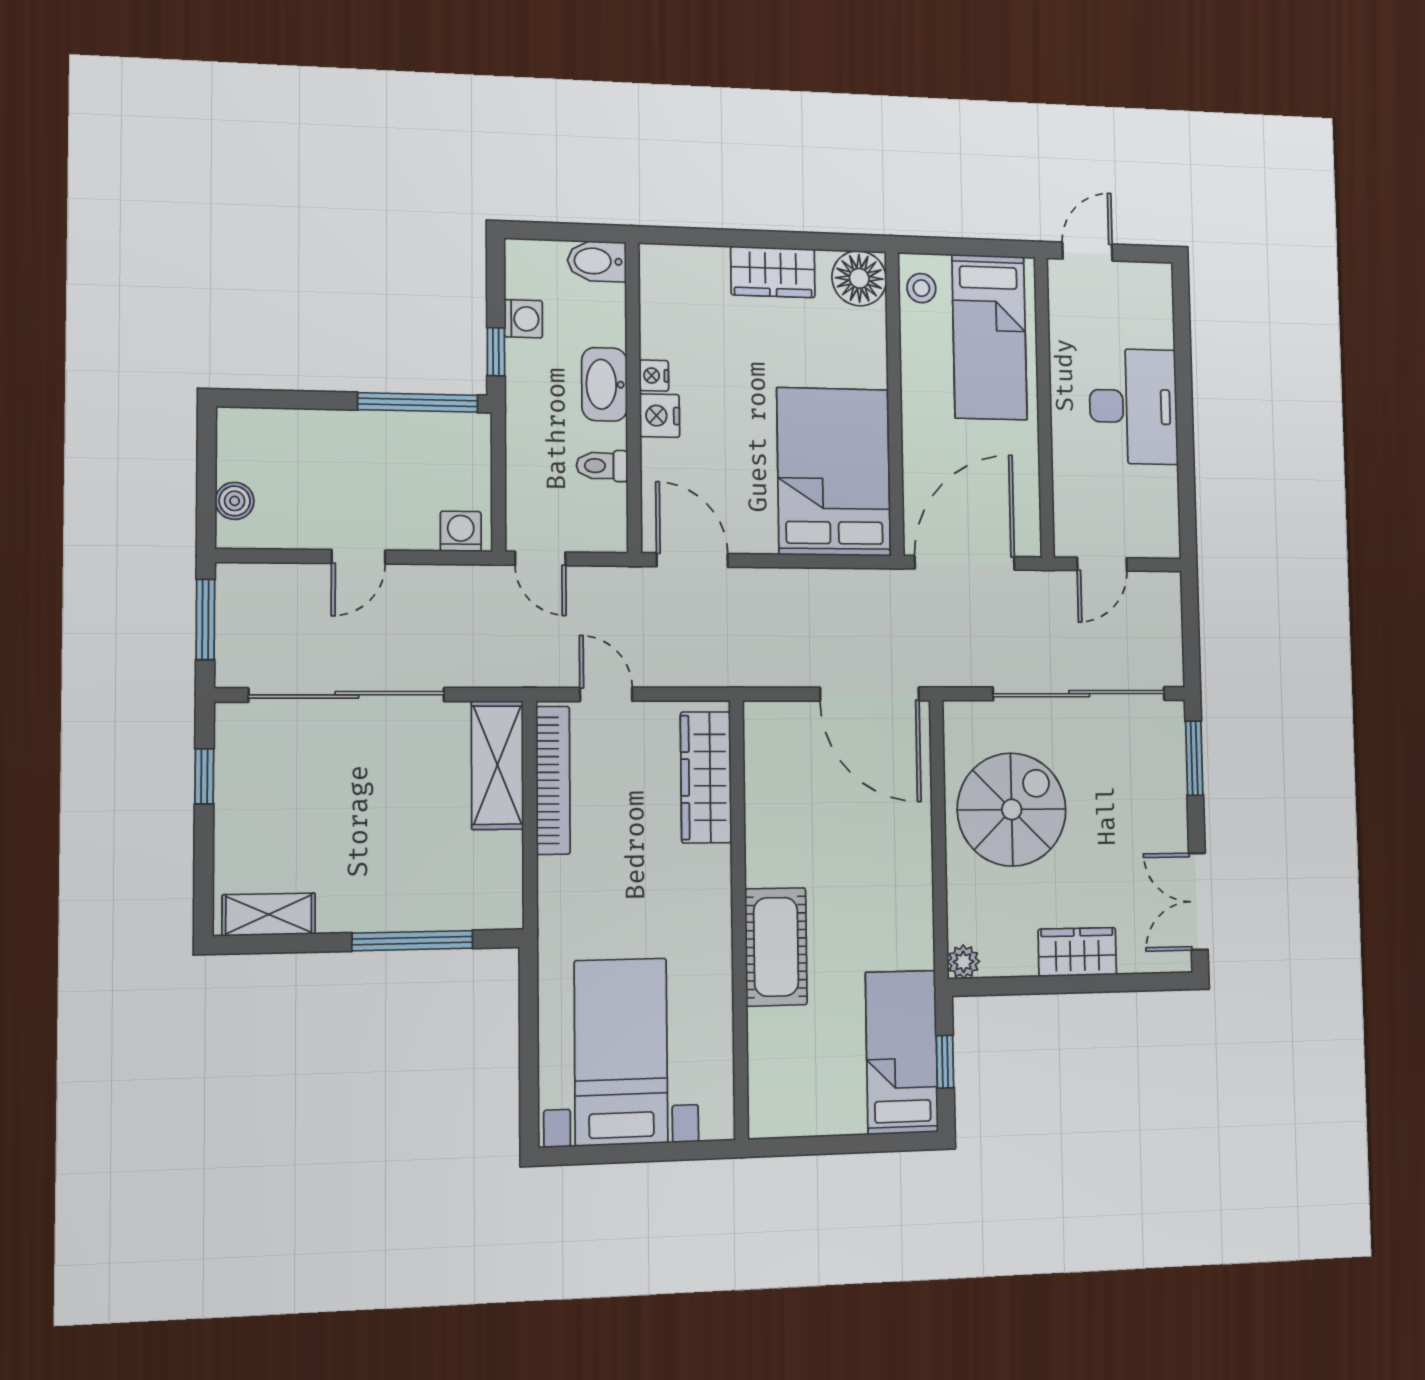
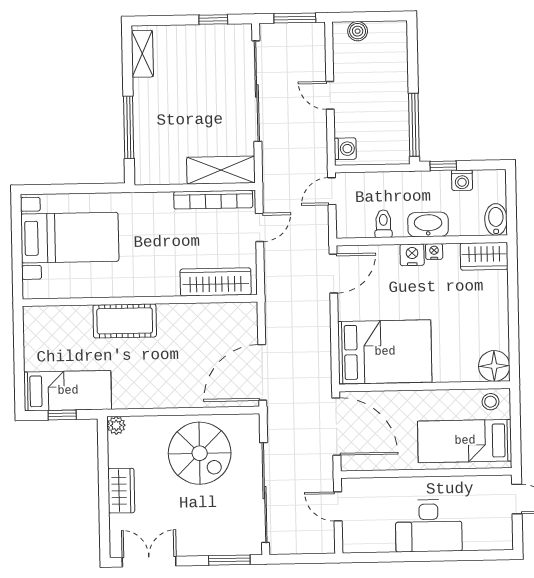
wardrobe: (773, 272) -> (484, 256), moved, turned -90

